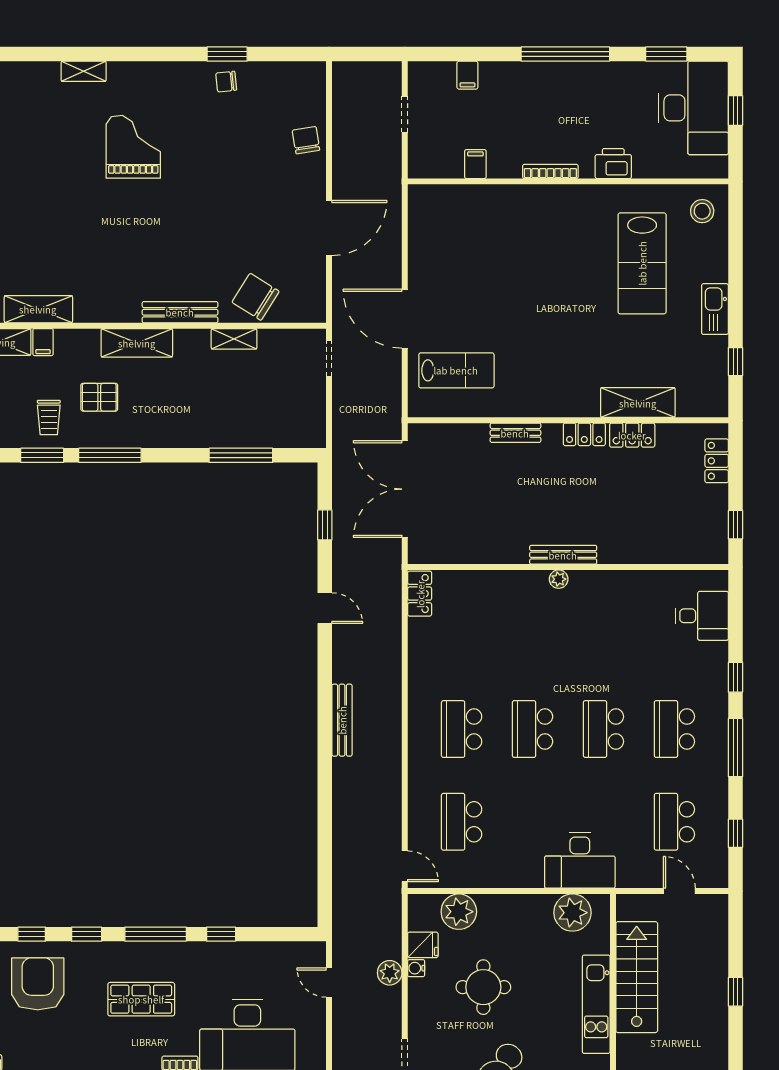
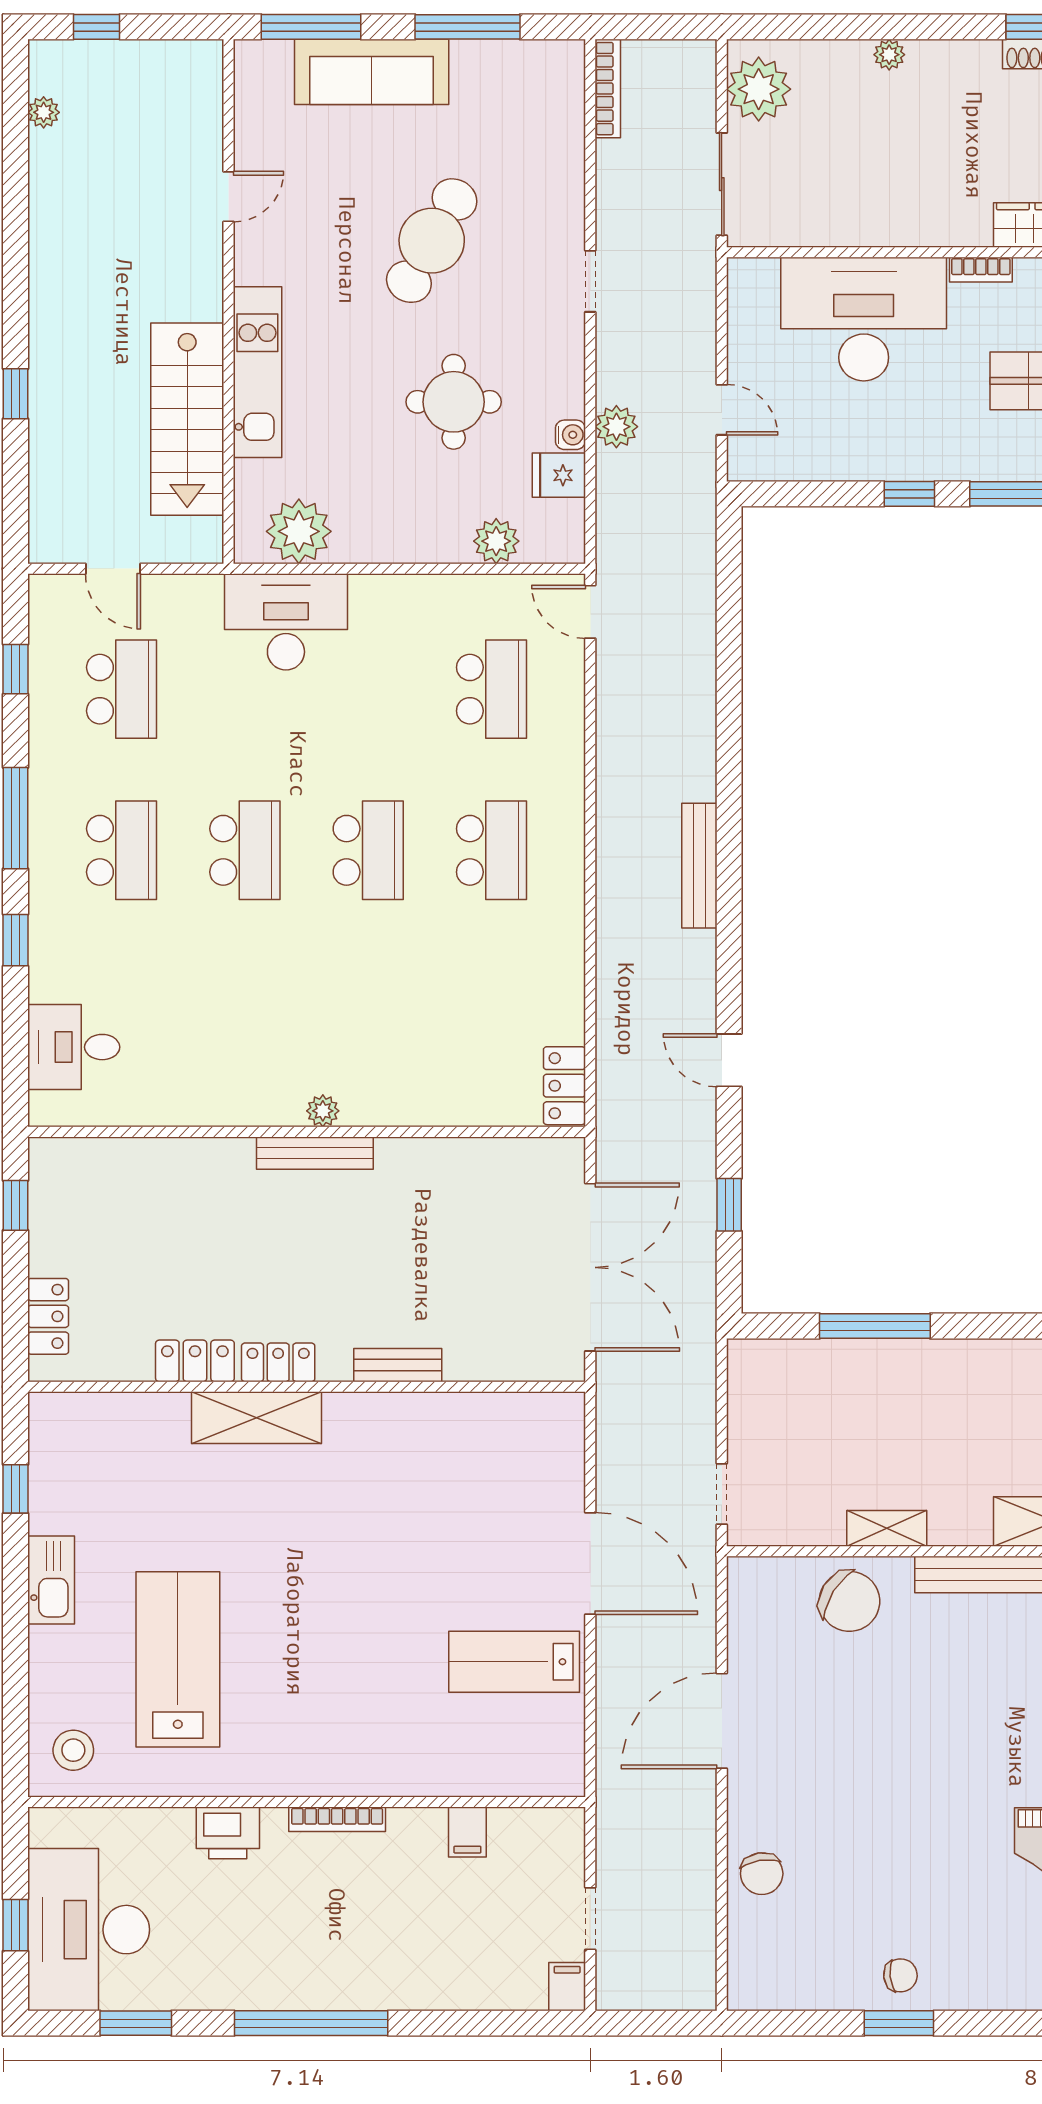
filing cabinet: (467, 75) -> (567, 1987), moved
lab bench: (456, 370) -> (514, 1662), moved
shelving: (638, 403) -> (257, 1418), moved
plant: (459, 912) -> (496, 541), width x0.73, depth x0.73

